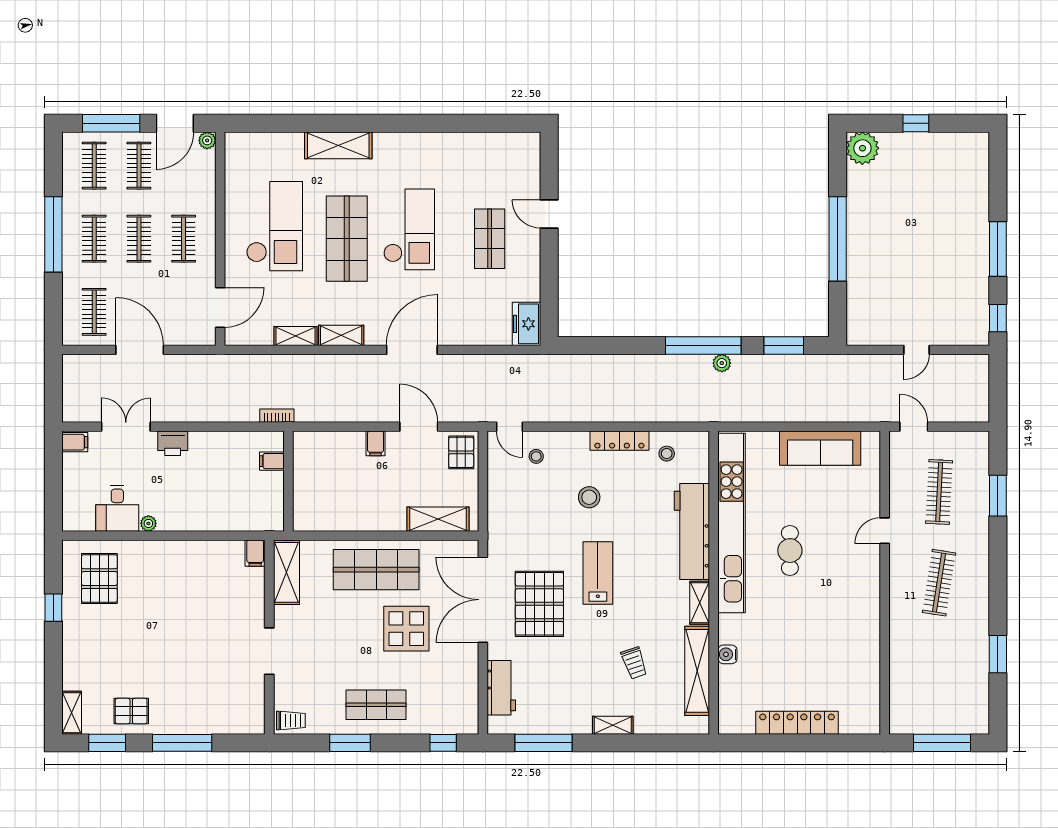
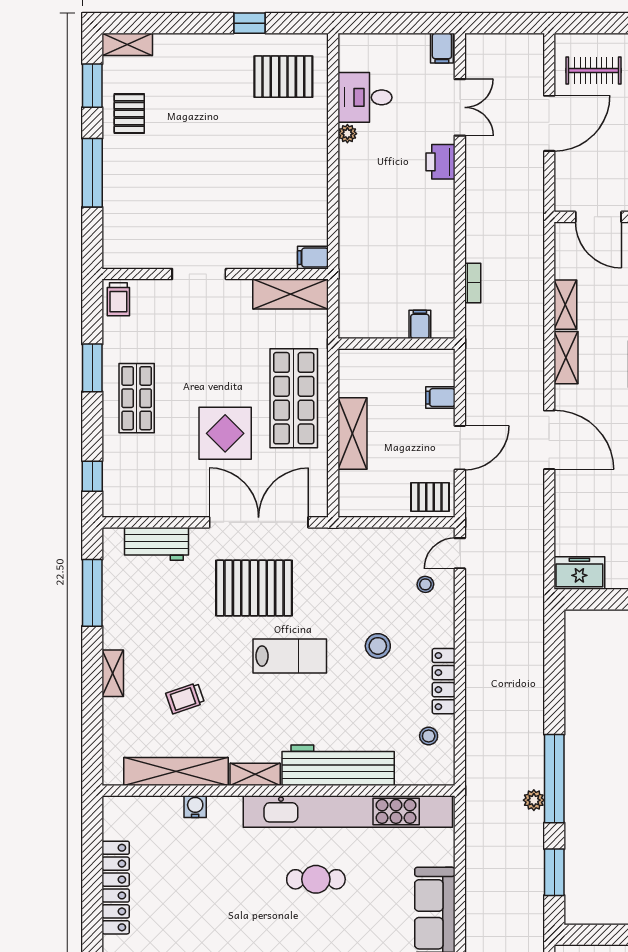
filing cabinet: (272, 461) -> (420, 324), moved
wall: (288, 481) -> (396, 344), moved
shelving: (438, 519) -> (352, 433), moved

